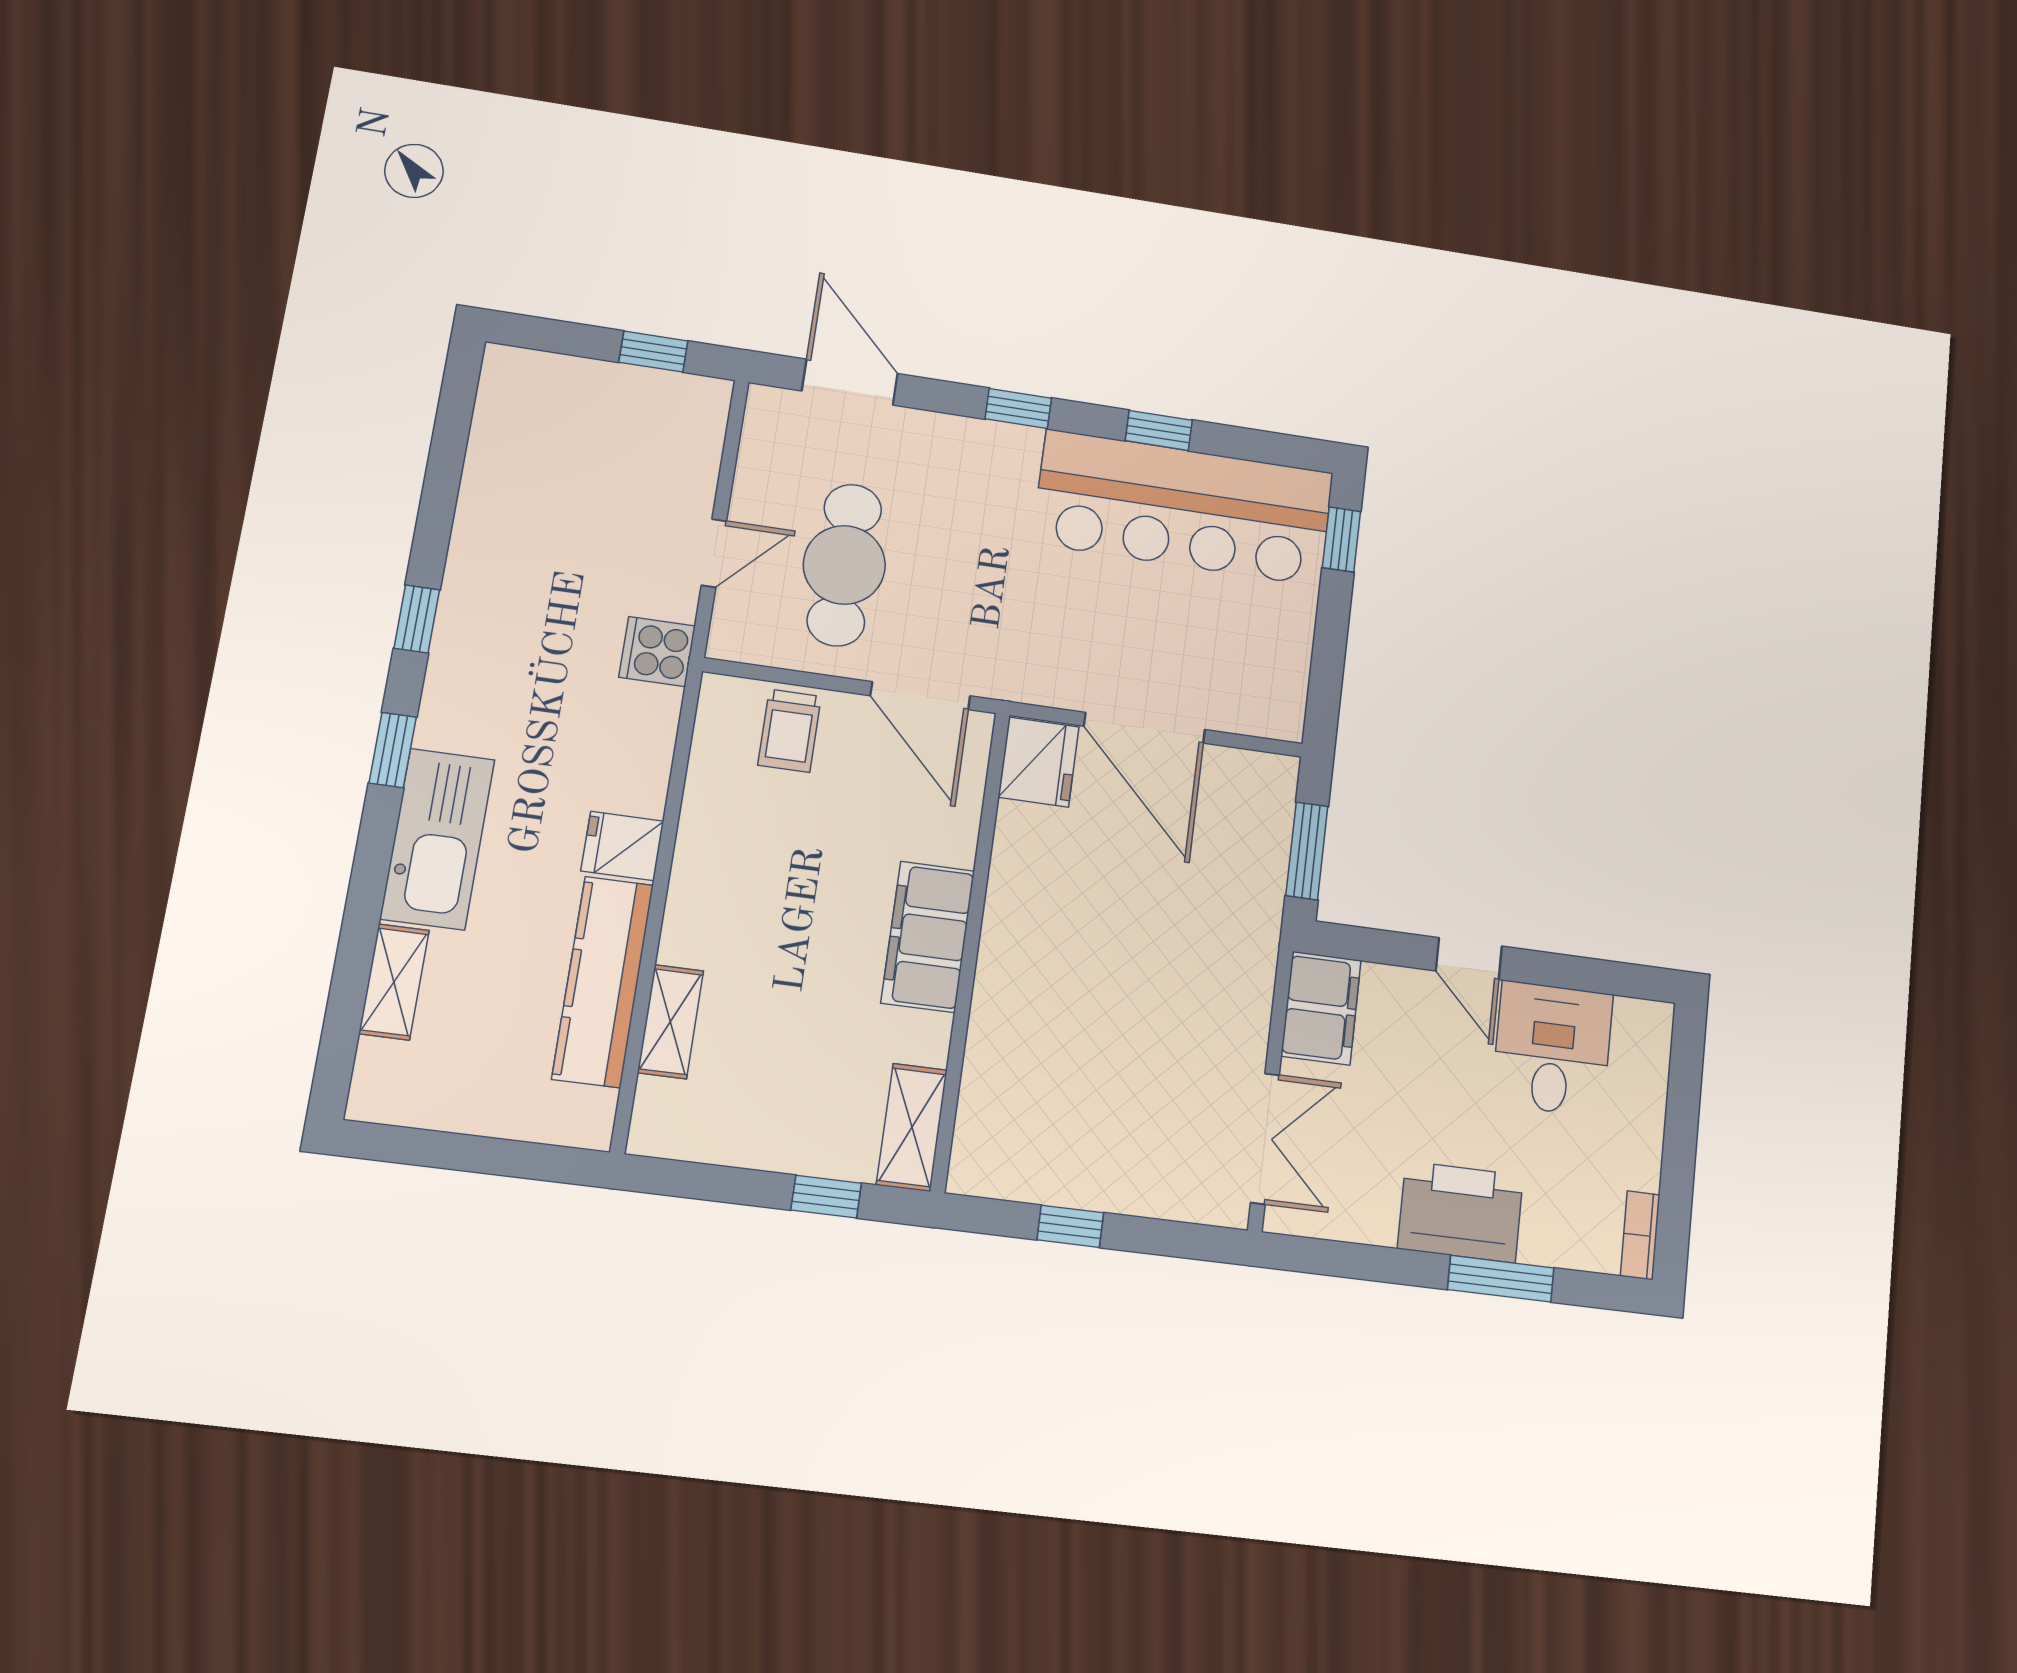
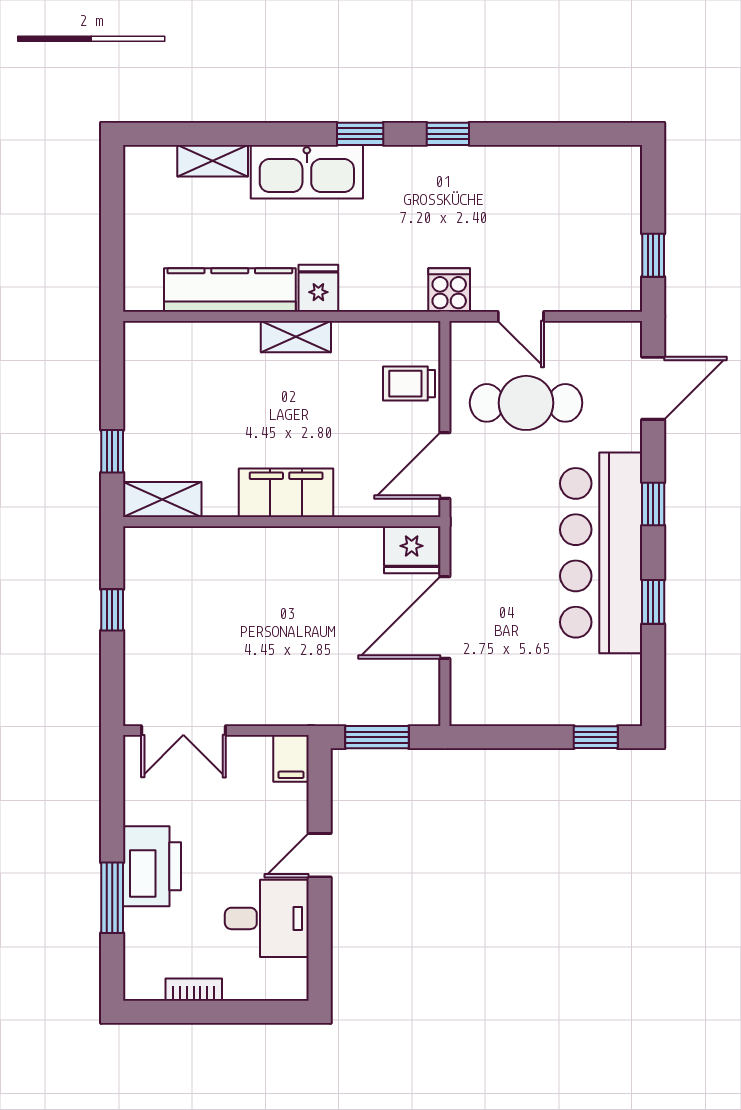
bar counter: (1184, 508) -> (601, 553), moved
filing cabinet: (1321, 1008) -> (291, 758), width x0.50
shelving: (670, 1022) -> (296, 337), moved
bookcase: (1640, 1235) -> (194, 990), moved

